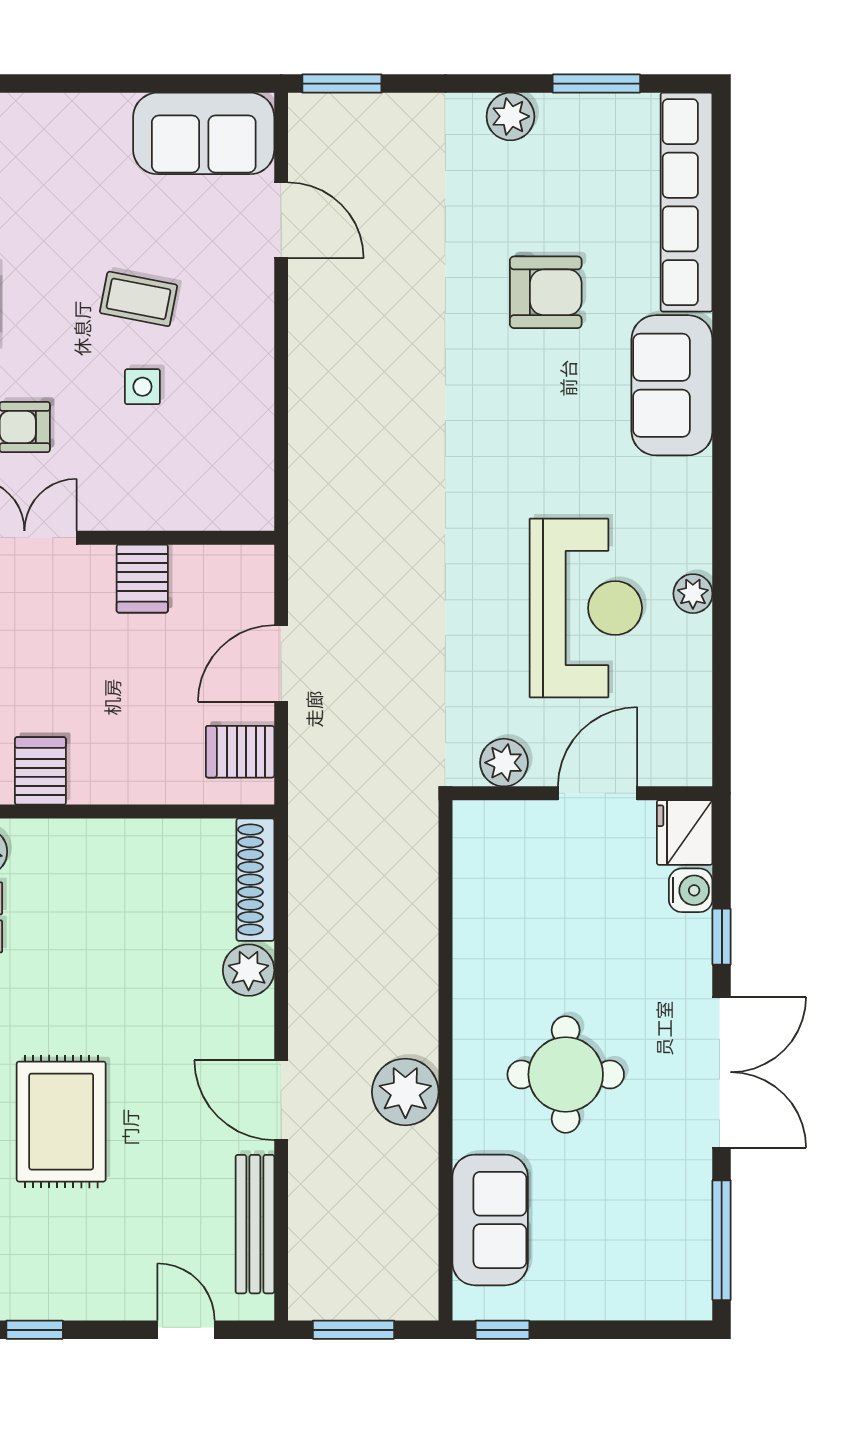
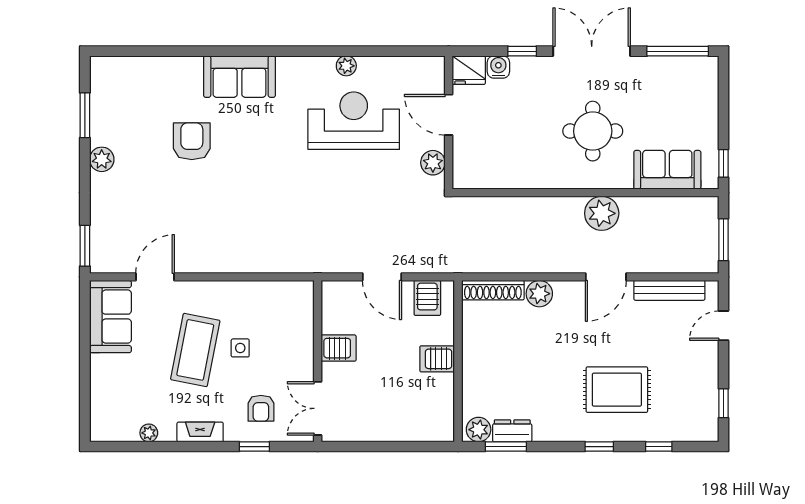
row of seats: (687, 202) -> (146, 69), removed
coffee table: (139, 299) -> (195, 350), width x1.86, depth x1.72
server rack: (40, 771) -> (437, 359), moved

